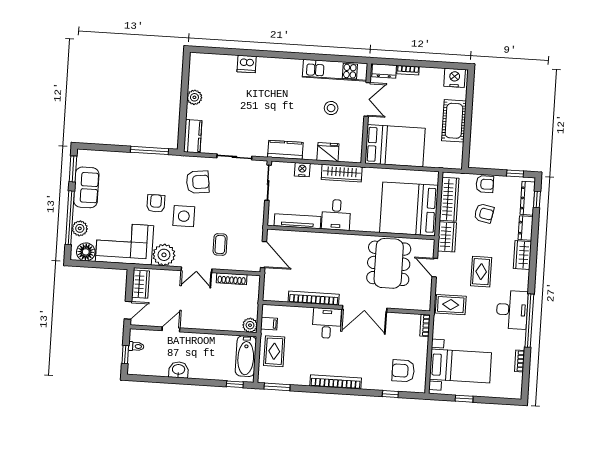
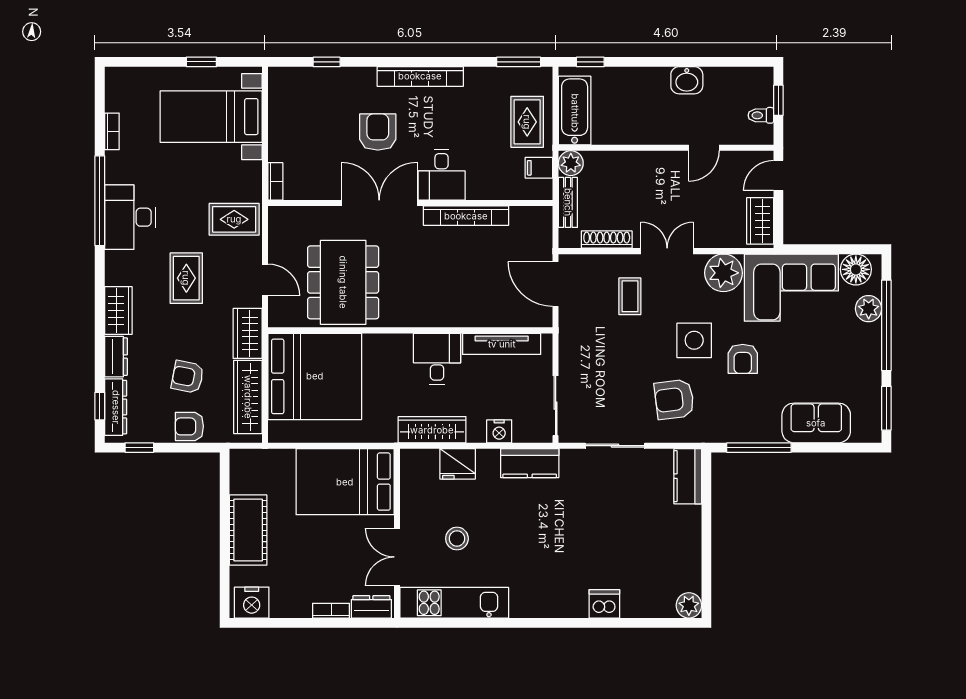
plant: (194, 97) -> (689, 605), moved
sofa: (86, 187) -> (816, 423), moved, turned 90
bench: (253, 302) -> (568, 202), added
armchair: (403, 371) -> (378, 132), moved, turned -90

